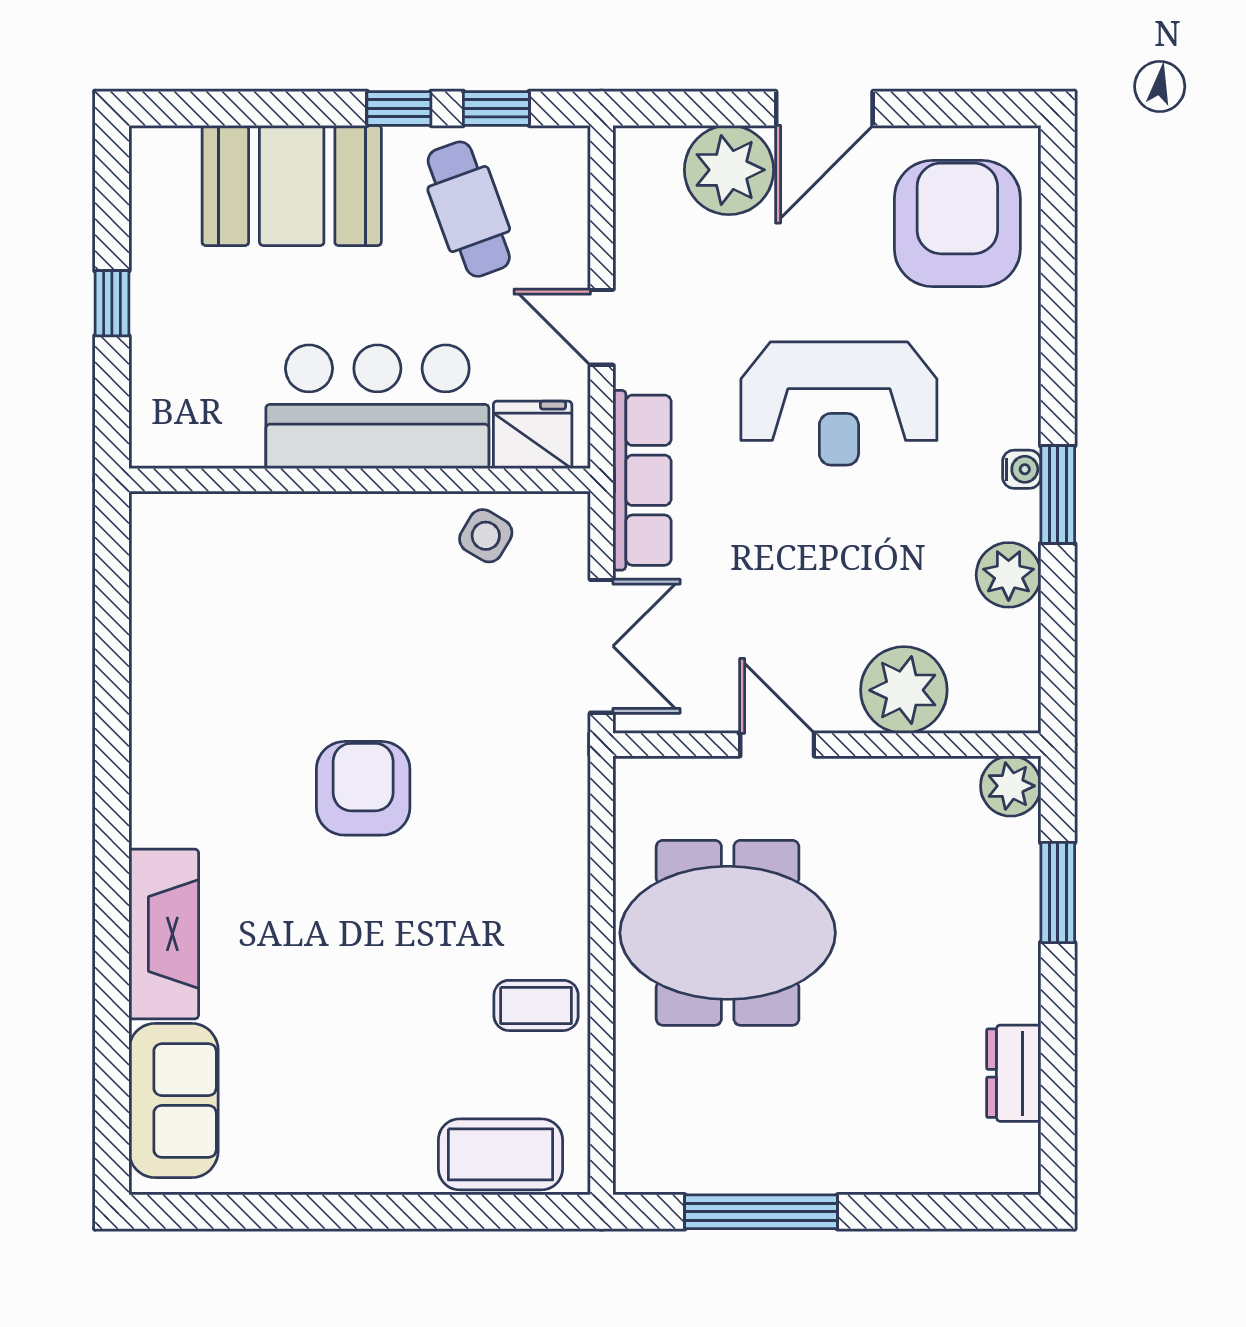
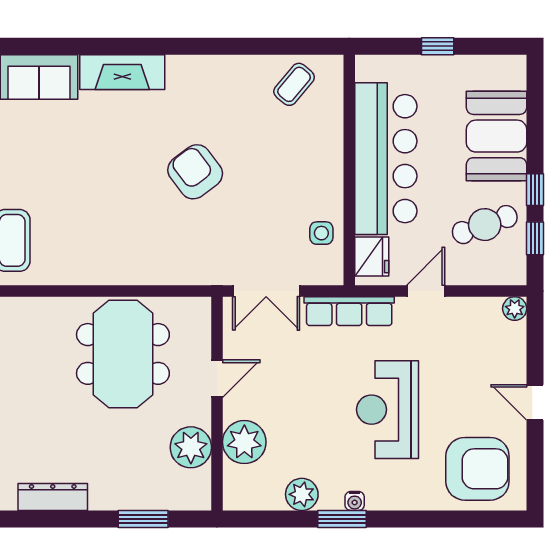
door: (824, 108) -> (535, 402), width x0.73
plant: (729, 170) -> (515, 309), moved, width x0.53, depth x0.53
bar counter: (377, 407) -> (386, 159), width x1.36
side table: (486, 536) -> (321, 233), turned -31
plant: (1011, 786) -> (191, 447), moved, width x1.36, depth x1.36
armchair: (363, 788) -> (195, 172), turned -127
coffee table: (536, 1005) -> (294, 84), moved, turned 40
dresser: (1014, 1073) -> (53, 497), width x1.44

